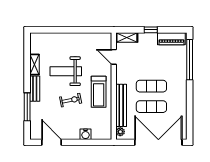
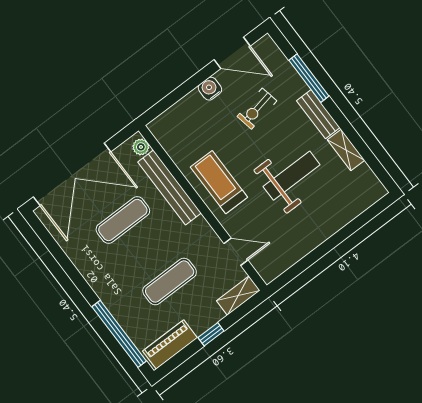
exercise mat: (151, 86) -> (170, 281), moved
exercise bike: (71, 100) -> (257, 109), moved
water cooler: (86, 134) -> (210, 89), moved

